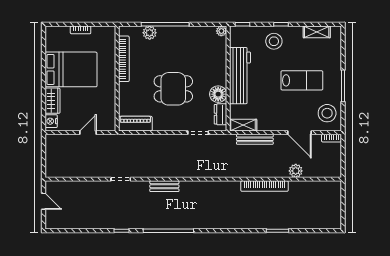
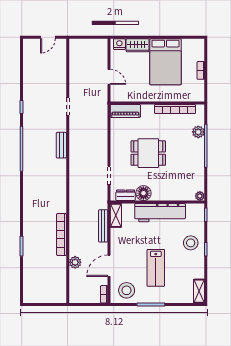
shelving: (317, 32) -> (199, 291), moved
dining table: (173, 89) -> (148, 153), turned 90
piano: (135, 124) -> (125, 111), moved, turned 90

